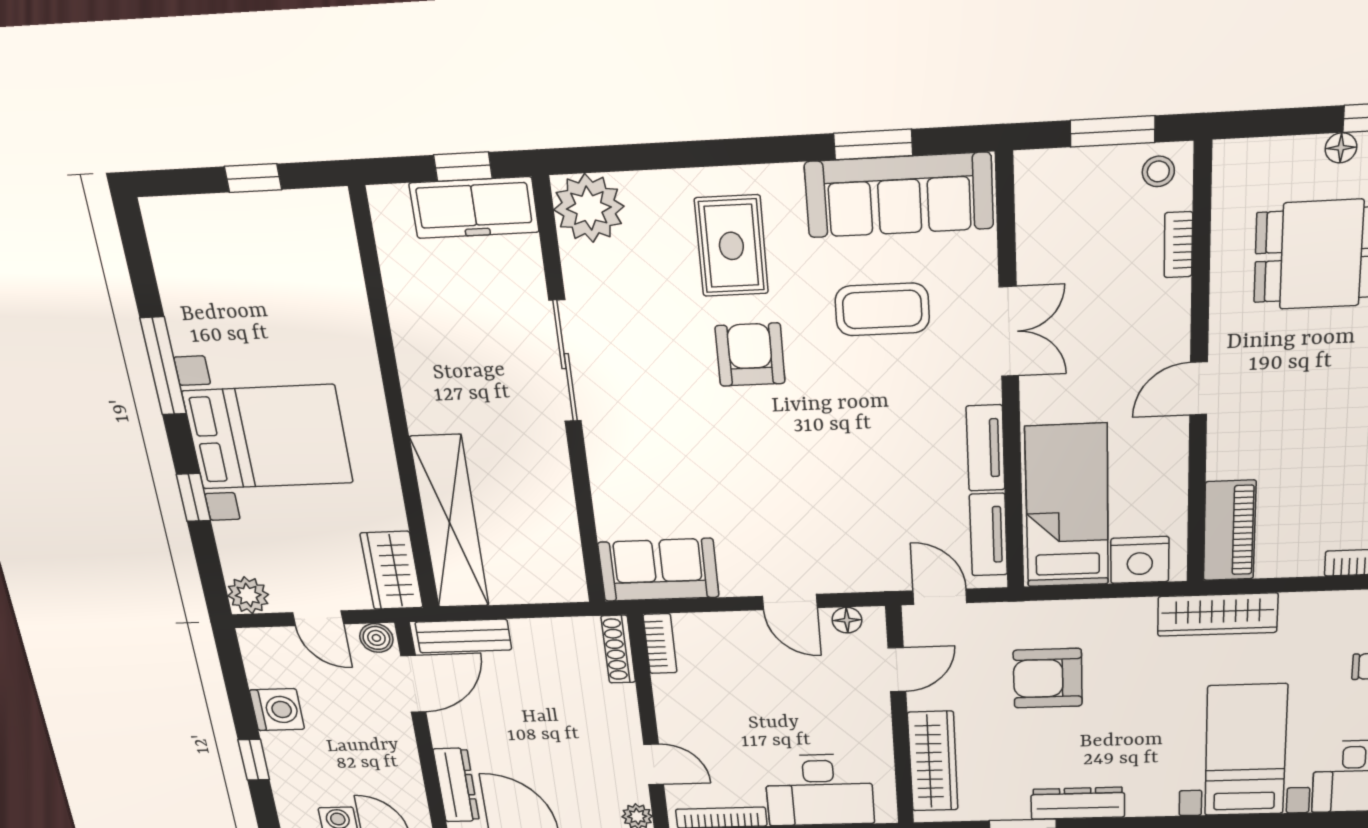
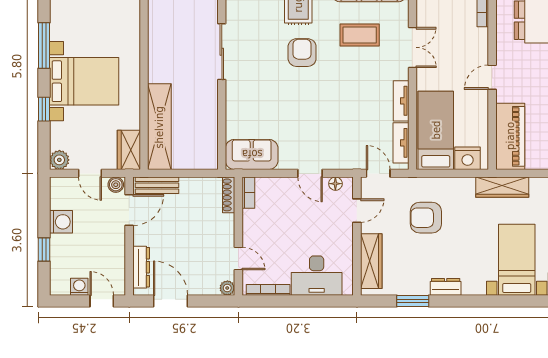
piano: (1230, 531) -> (510, 136), width x1.37, depth x1.33
dresser: (1078, 803) -> (446, 287), width x0.70

